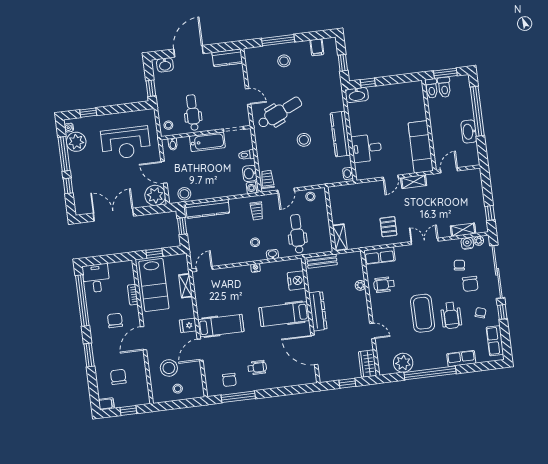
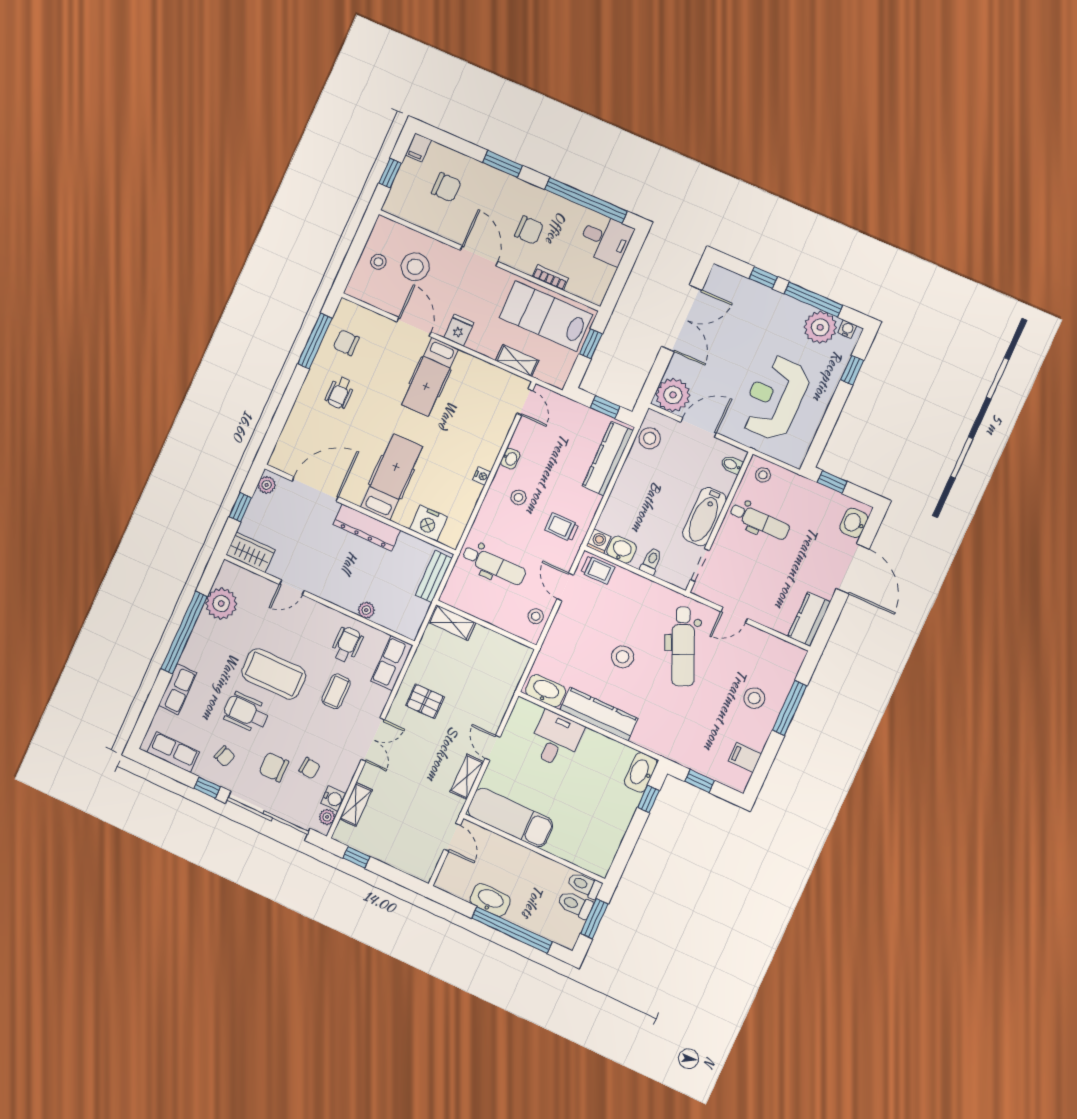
washbasin: (348, 173) -> (546, 691), width x1.91, depth x1.45
washbasin: (272, 254) -> (510, 459), moved
coffee table: (412, 275) -> (336, 691), added
plant: (328, 377) -> (267, 485), added

